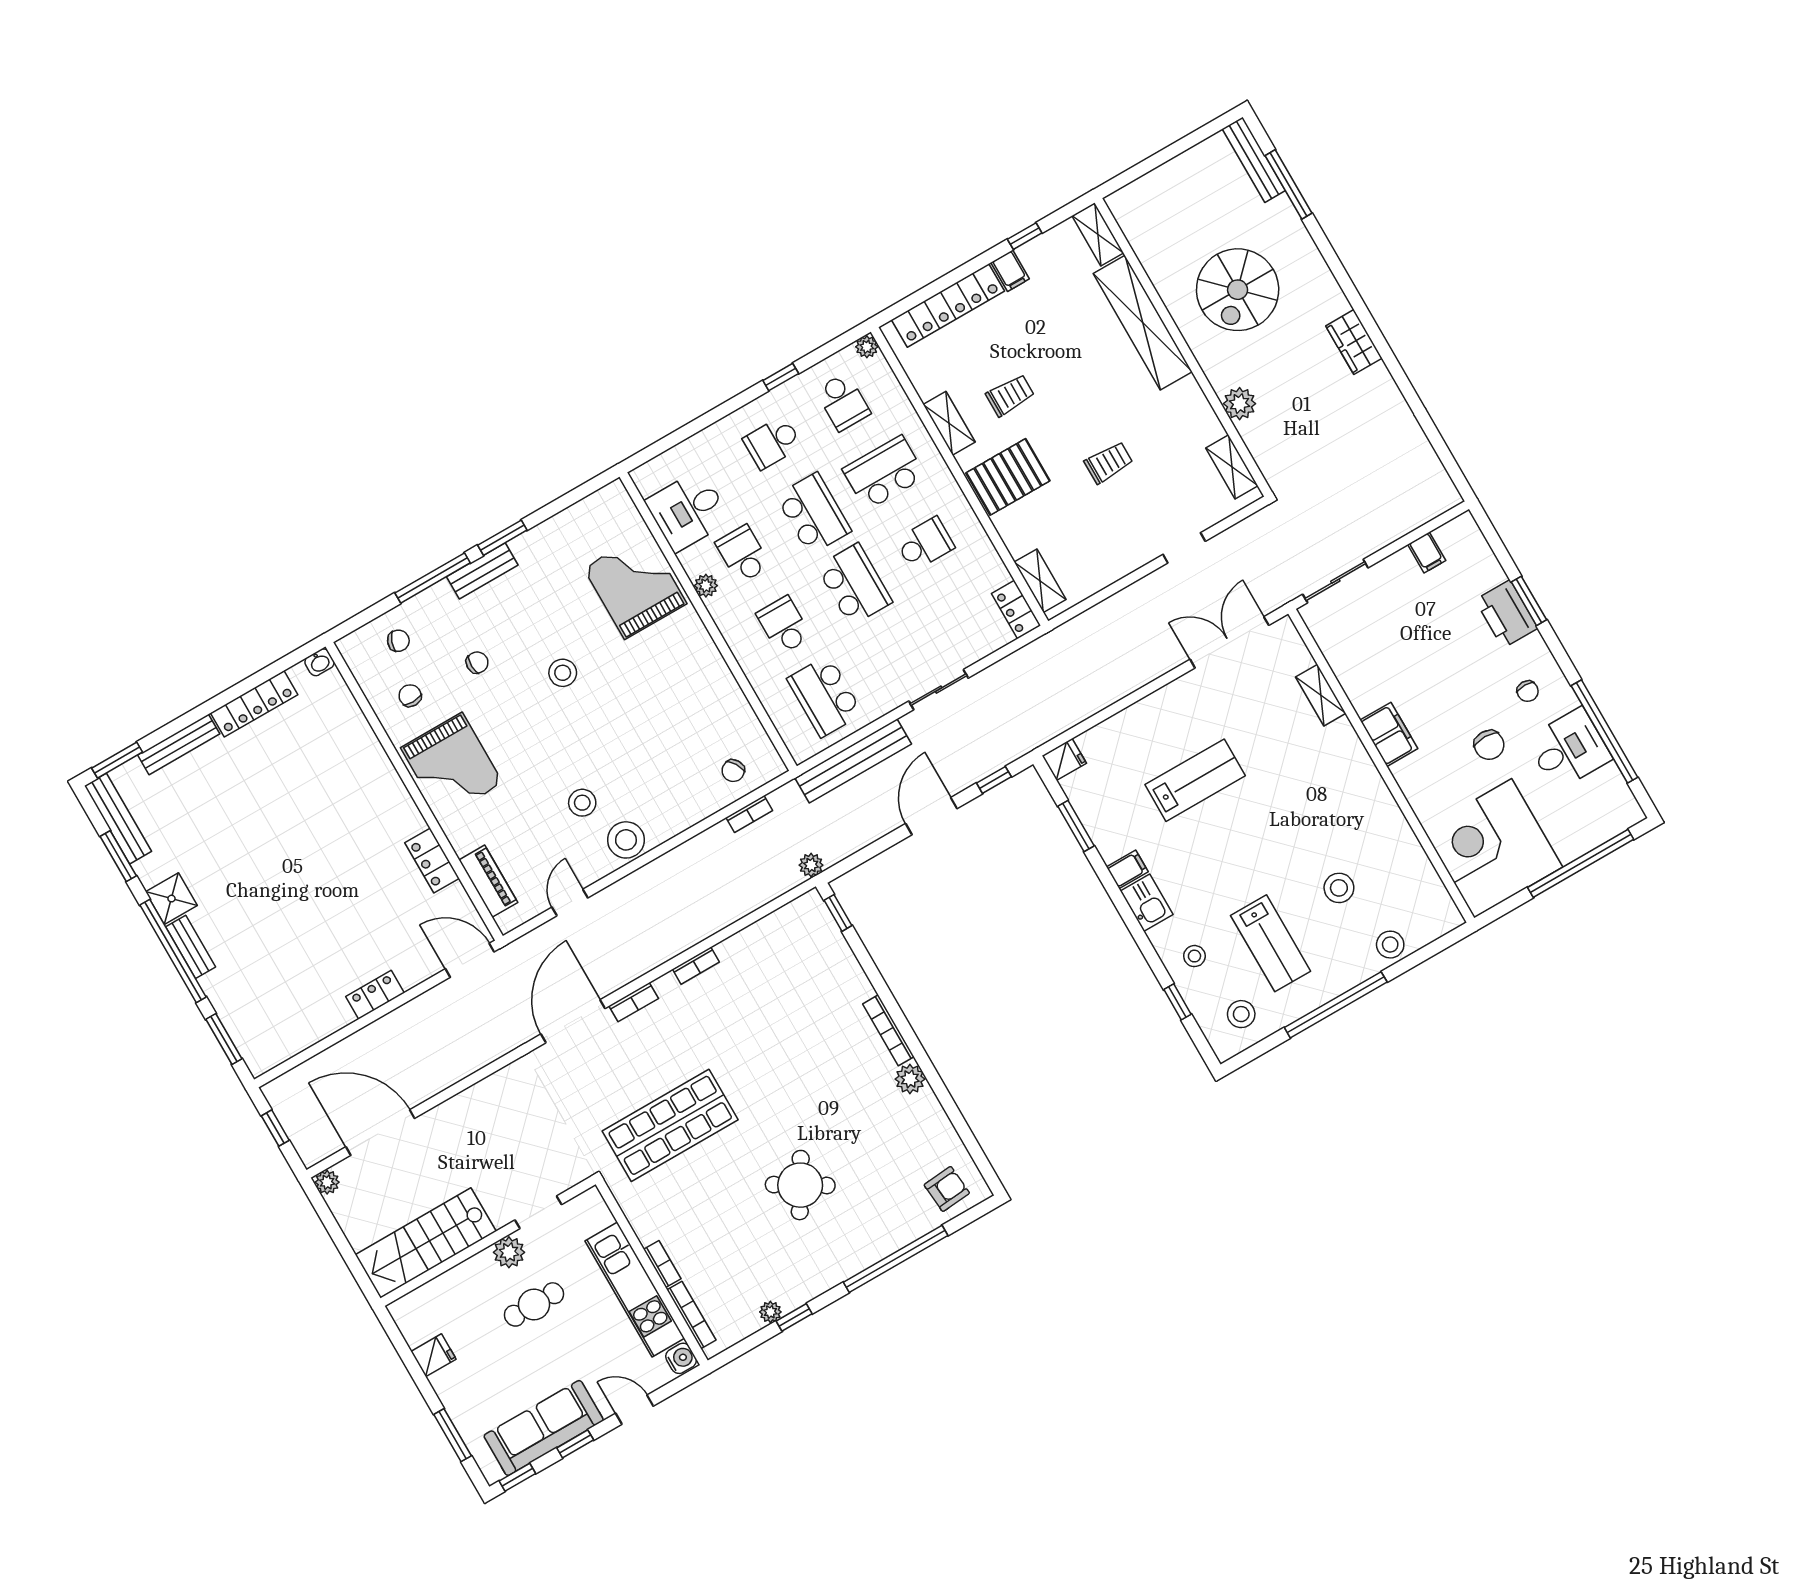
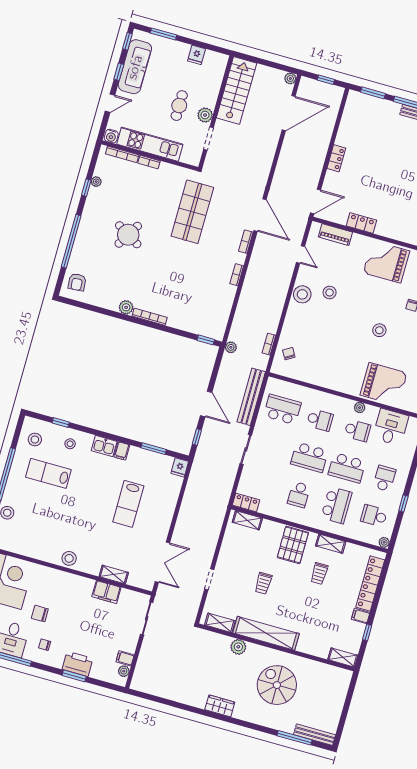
shelving: (1143, 323) -> (266, 633), moved
plant: (1447, 535) -> (124, 671), added
filing cabinet: (1389, 734) -> (106, 592), moved
stool: (1339, 888) -> (69, 558), moved

